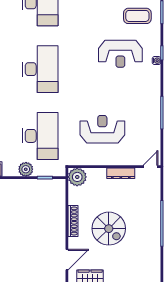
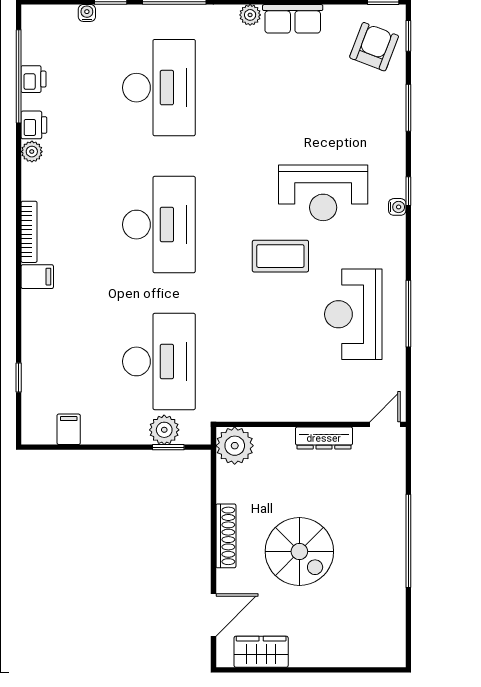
coffee table: (137, 16) -> (280, 256), moved
reception desk: (102, 129) -> (353, 314), moved, turned -90
plant: (26, 169) -> (164, 430), moved

